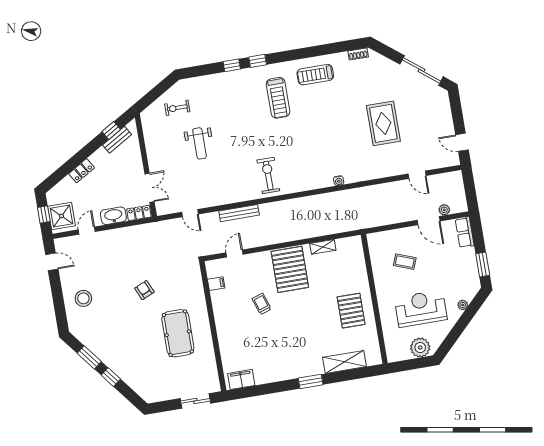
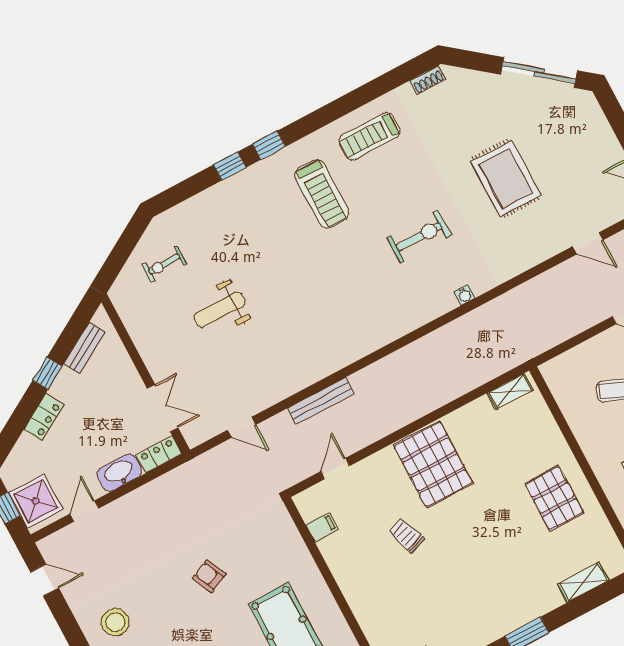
window: (111, 130) -> (47, 373), moved
weight bench: (199, 143) -> (219, 310), turned 90
exercise bike: (268, 175) -> (419, 237), moved, turned 90
shelving: (323, 247) -> (510, 391), moved
shelving: (344, 362) -> (583, 582), width x0.67, depth x0.75

